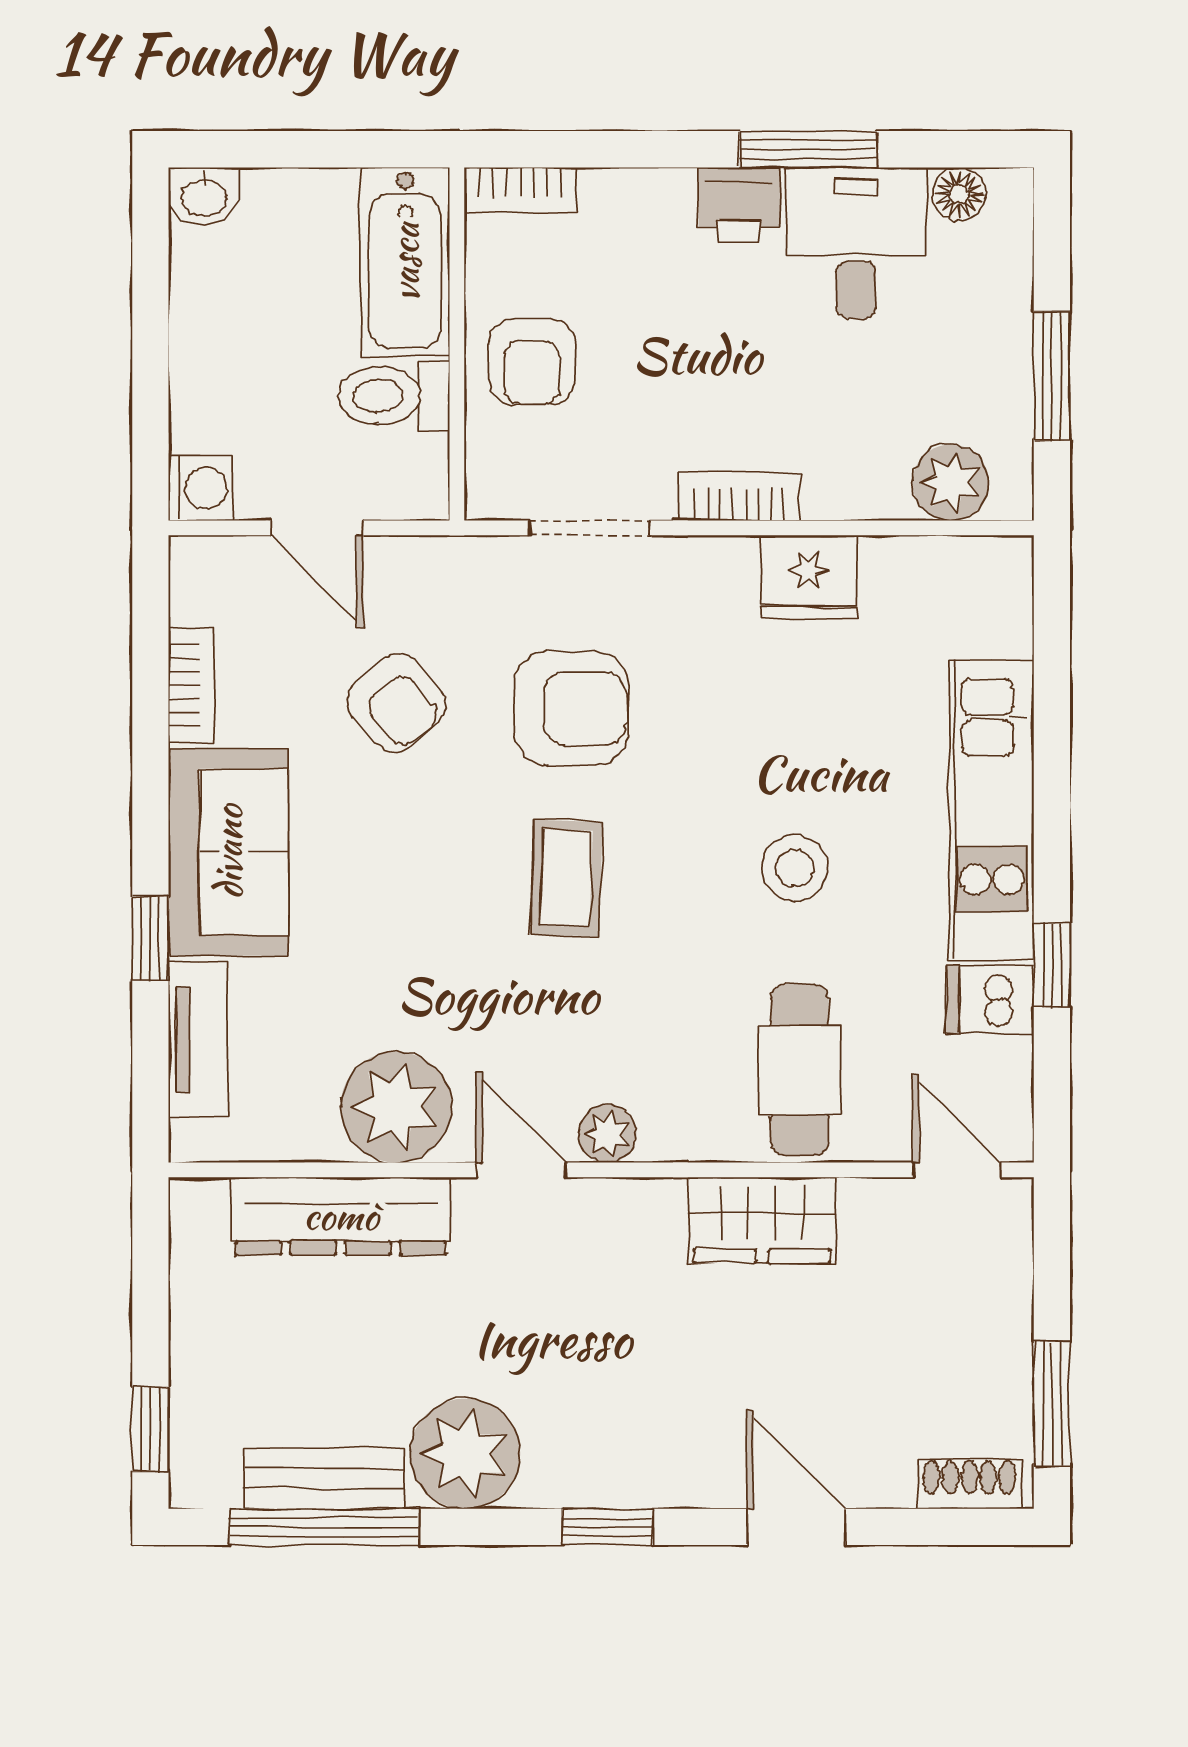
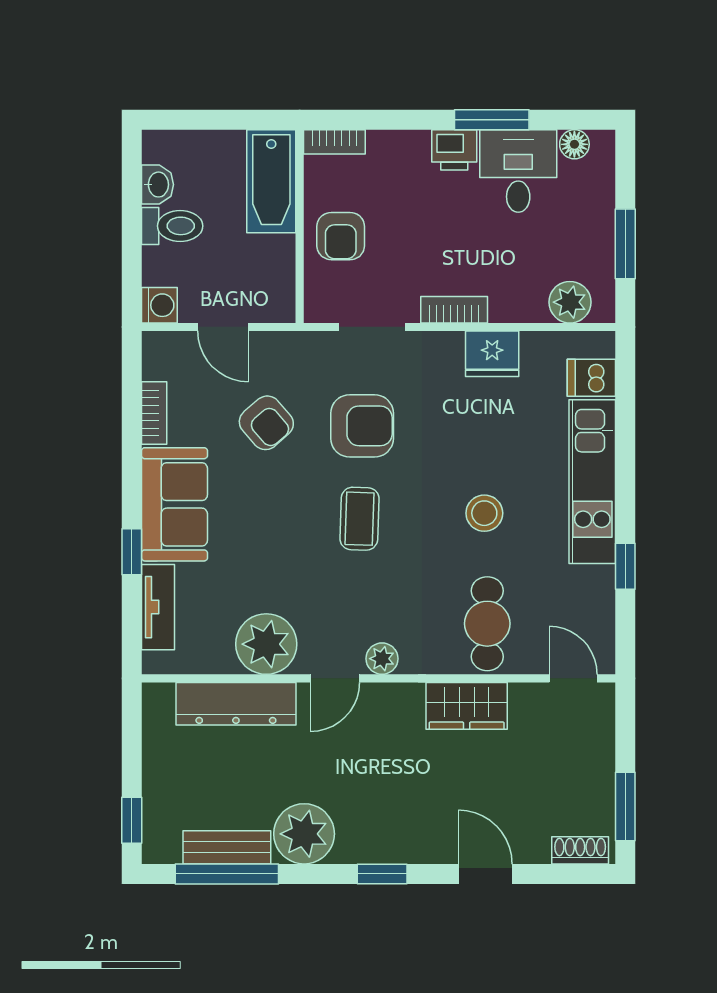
washbasin: (204, 196) -> (158, 185), moved, turned -90
toilet: (394, 396) -> (172, 226), moved, turned 180
dishwasher: (990, 1000) -> (591, 378), moved
door: (521, 1170) -> (335, 678), swing flipped

